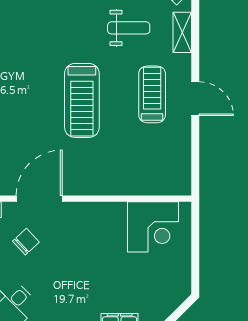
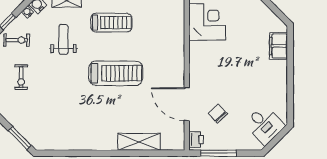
treadmill: (152, 94) -> (111, 23), turned 180

